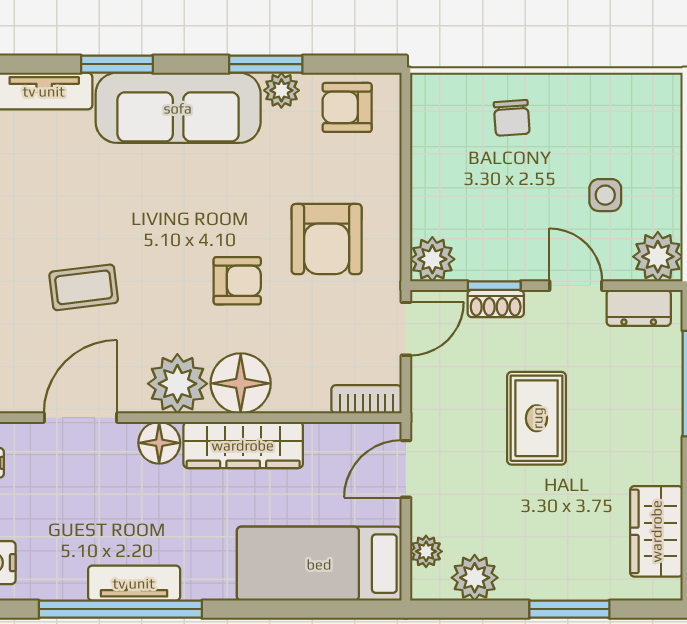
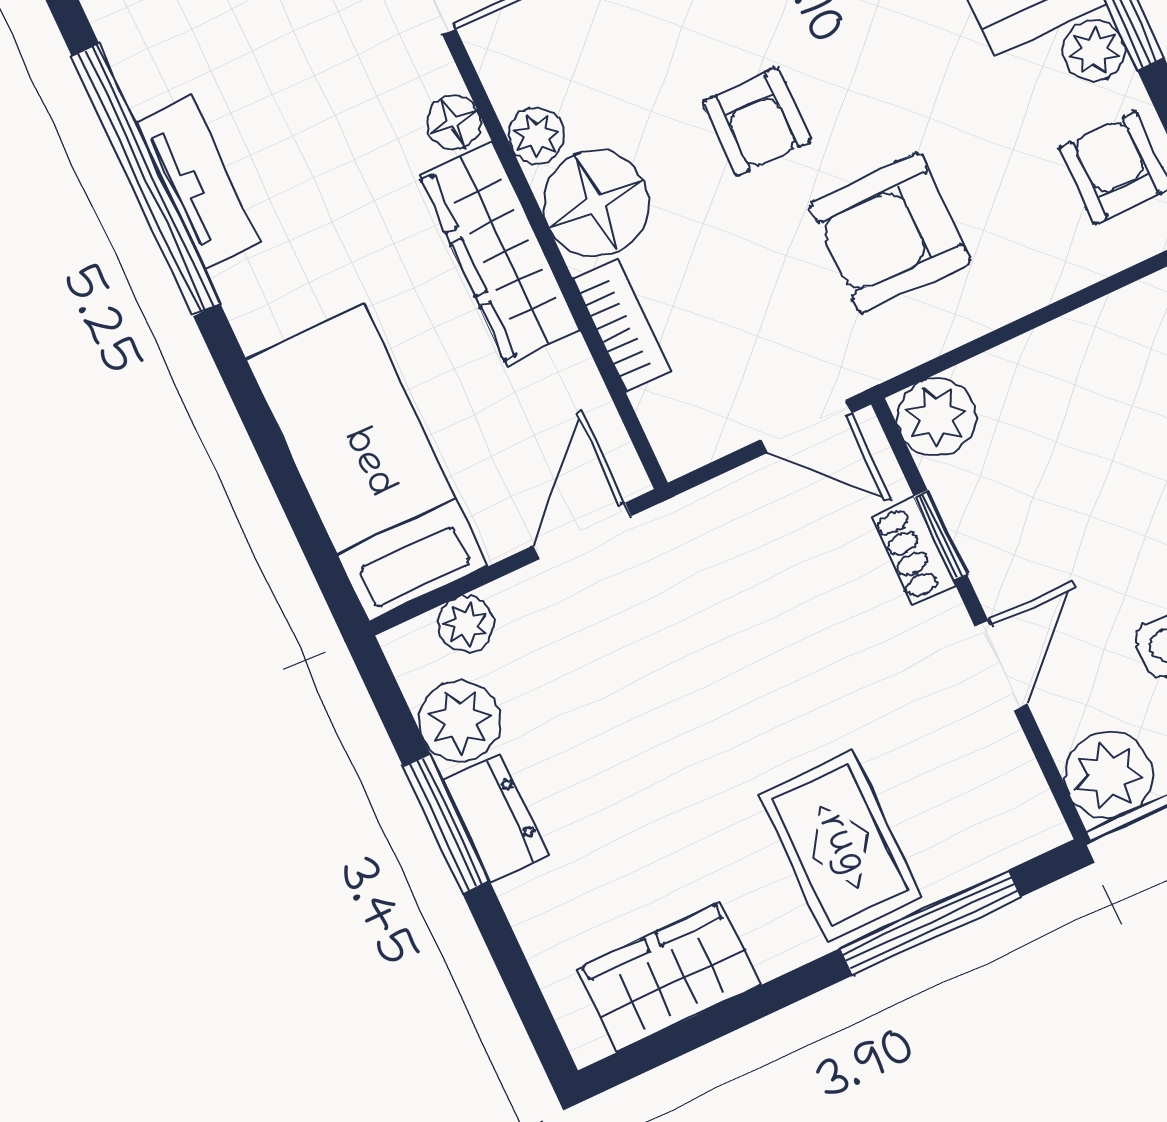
dresser: (639, 308) -> (495, 819), moved, turned 180
plant: (177, 384) -> (537, 135), width x0.53, depth x0.53
bookcase: (366, 399) -> (621, 325), moved
rug: (537, 418) -> (840, 845), moved, turned 90
floor lamp: (159, 443) -> (454, 122), width x0.73, depth x0.73
door: (406, 469) -> (582, 531), hinge flipped
window: (569, 609) -> (446, 823), moved

